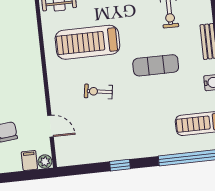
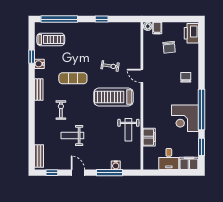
treadmill: (87, 42) -> (114, 97), turned 180
door: (51, 126) -> (142, 76), moved

